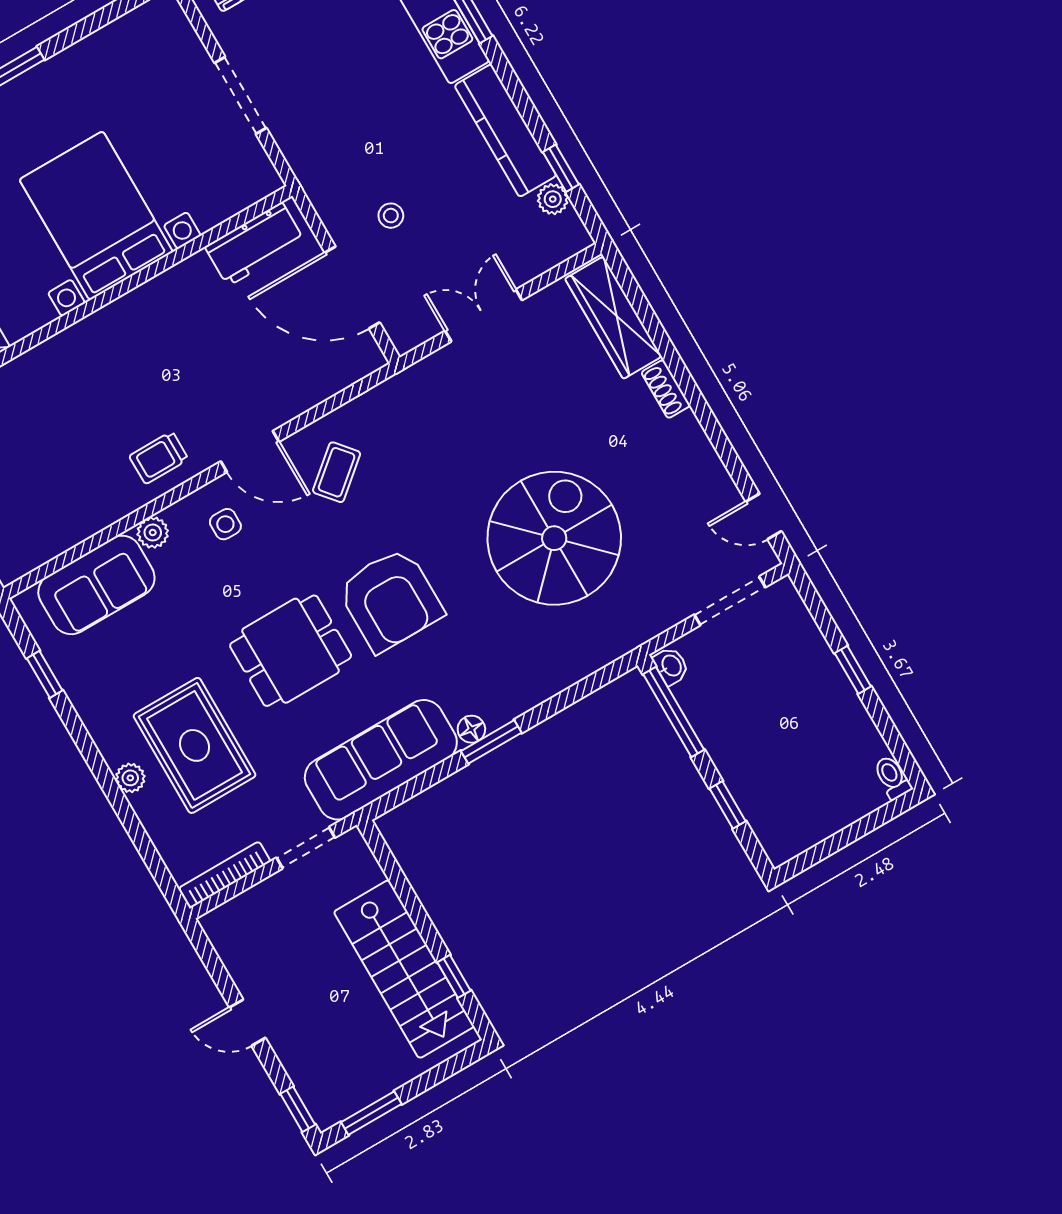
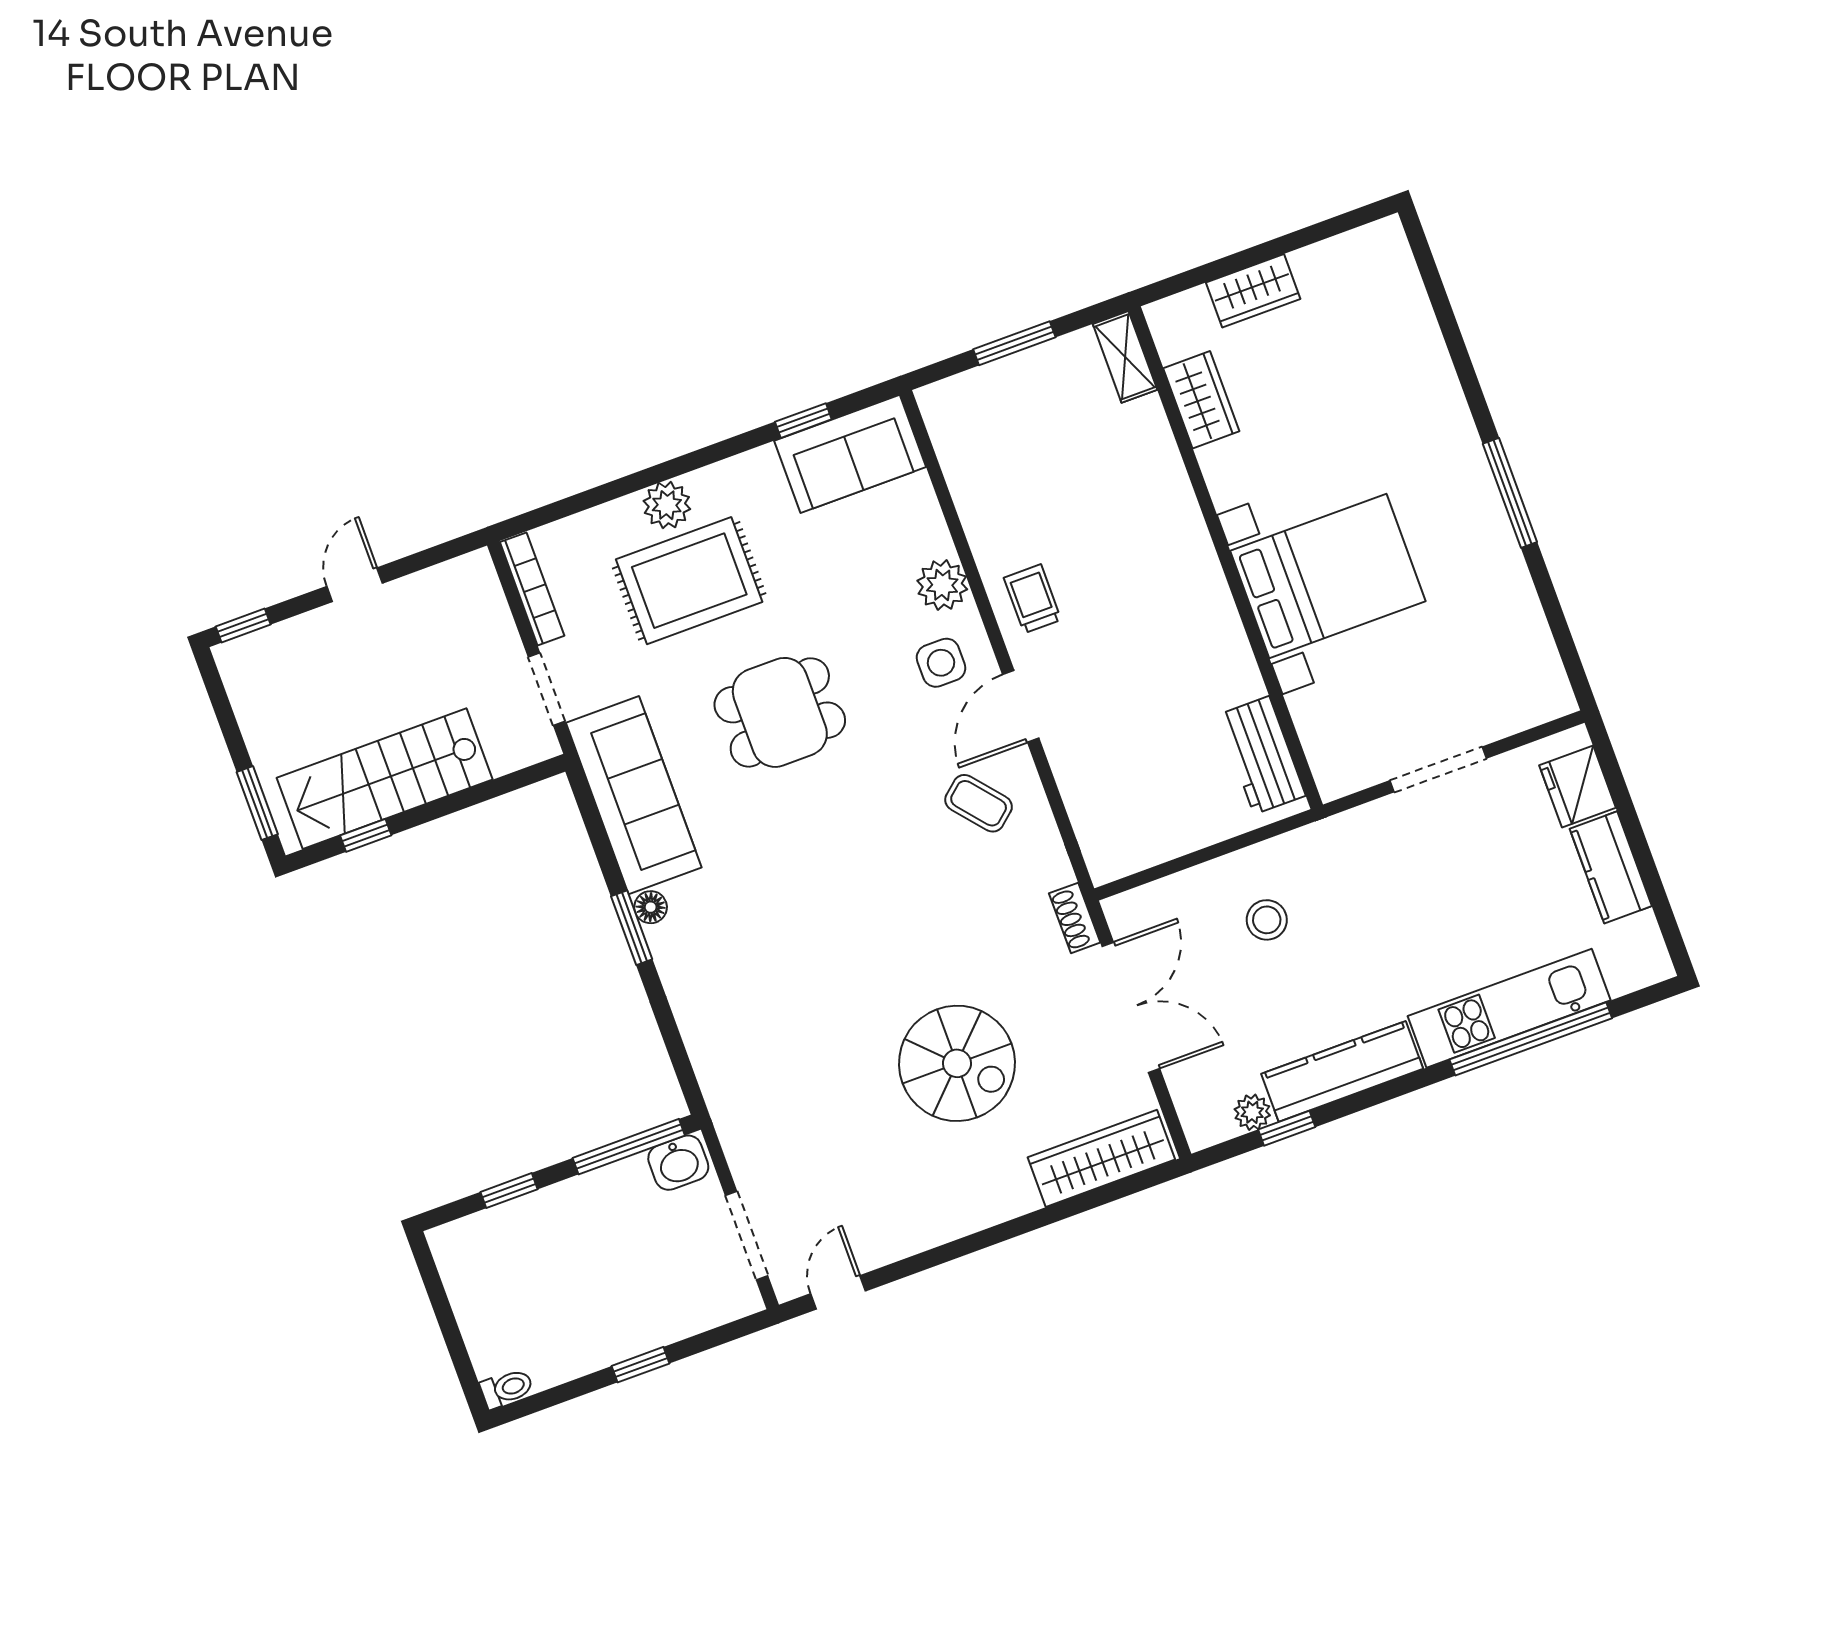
stool: (391, 216) -> (1267, 920), width x1.37, depth x1.37
door: (352, 287) -> (1191, 860), removed
double door: (484, 315) -> (1131, 1007), width x1.37
shoe rack: (666, 389) -> (1075, 918), moved, turned -90
side table: (225, 524) -> (941, 663), width x1.37, depth x1.37
plant: (153, 532) -> (942, 585), width x1.38, depth x1.38
spiral stairs: (554, 538) -> (957, 1063), moved, width x0.73, depth x0.73
sofa: (96, 585) -> (850, 454), moved, turned -90
armchair: (390, 600) -> (819, 840), removed
dining table: (291, 651) -> (780, 712), turned 90
washbasin: (671, 666) -> (678, 1163), width x1.38, depth x1.45
plant: (130, 778) -> (667, 505), width x1.38, depth x1.38
window: (371, 1113) -> (257, 803), moved

